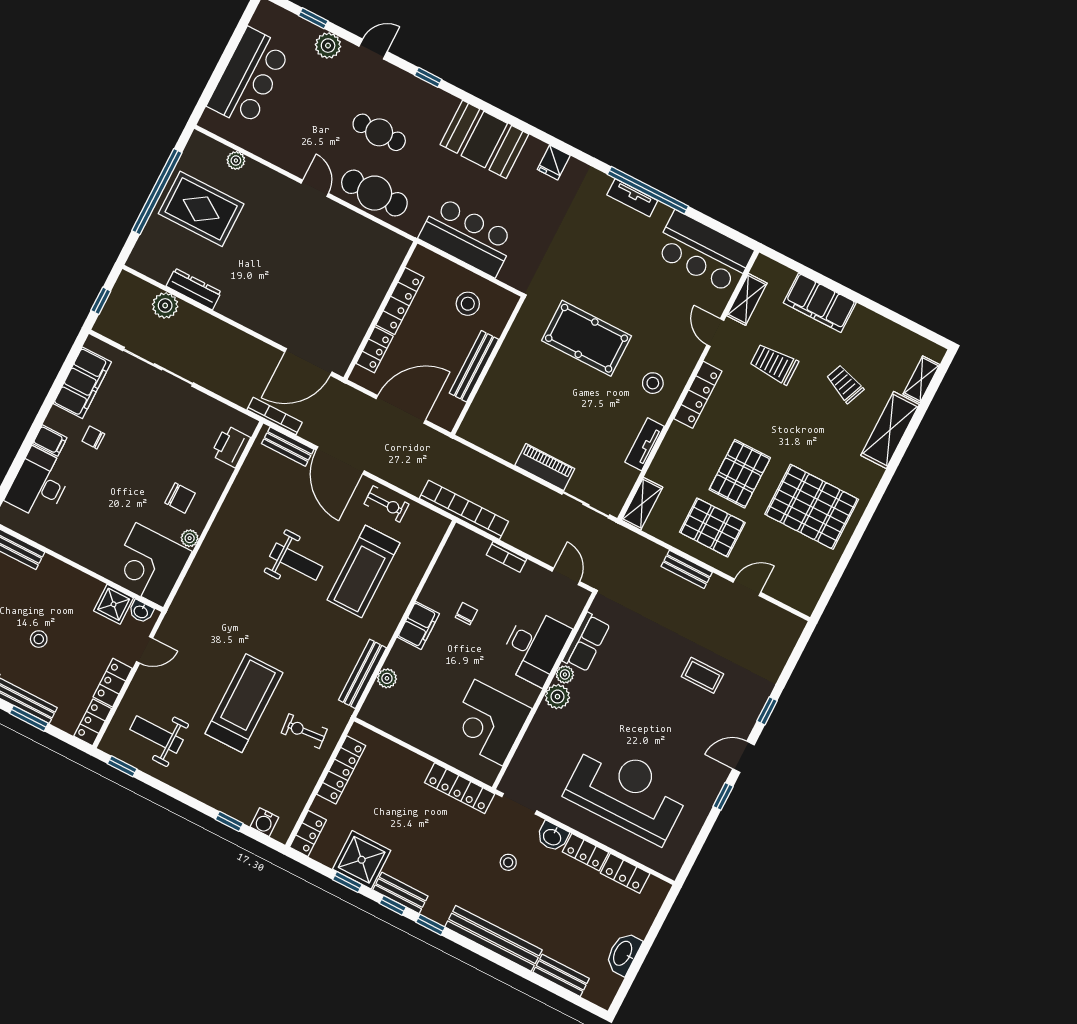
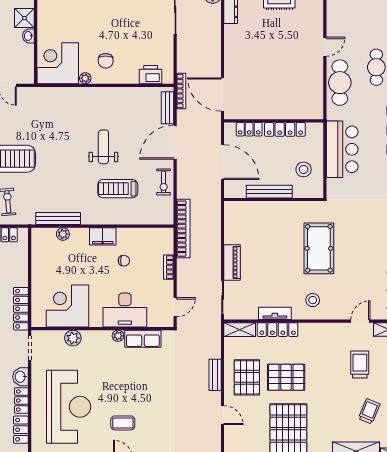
locker: (698, 395) -> (278, 330), moved
weight bench: (296, 562) -> (103, 147), turned 180
treadmill: (363, 571) -> (118, 189), width x0.73, depth x0.73
shower: (114, 604) -> (24, 18), moved
washbasin: (141, 611) -> (28, 36), moved
coffee table: (702, 675) -> (123, 423), moved, turned 90
plant: (557, 697) -> (73, 338), moved

